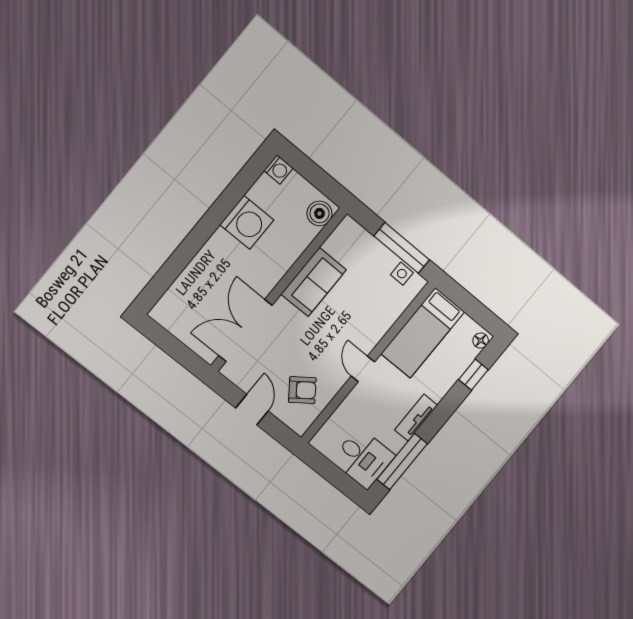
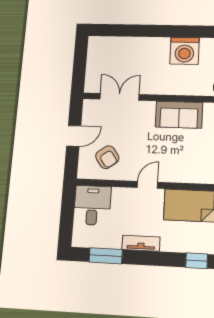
double door: (245, 330) -> (119, 97), width x0.73
desk: (363, 458) -> (92, 205), moved, turned 180
window: (402, 461) -> (106, 256), width x0.69

